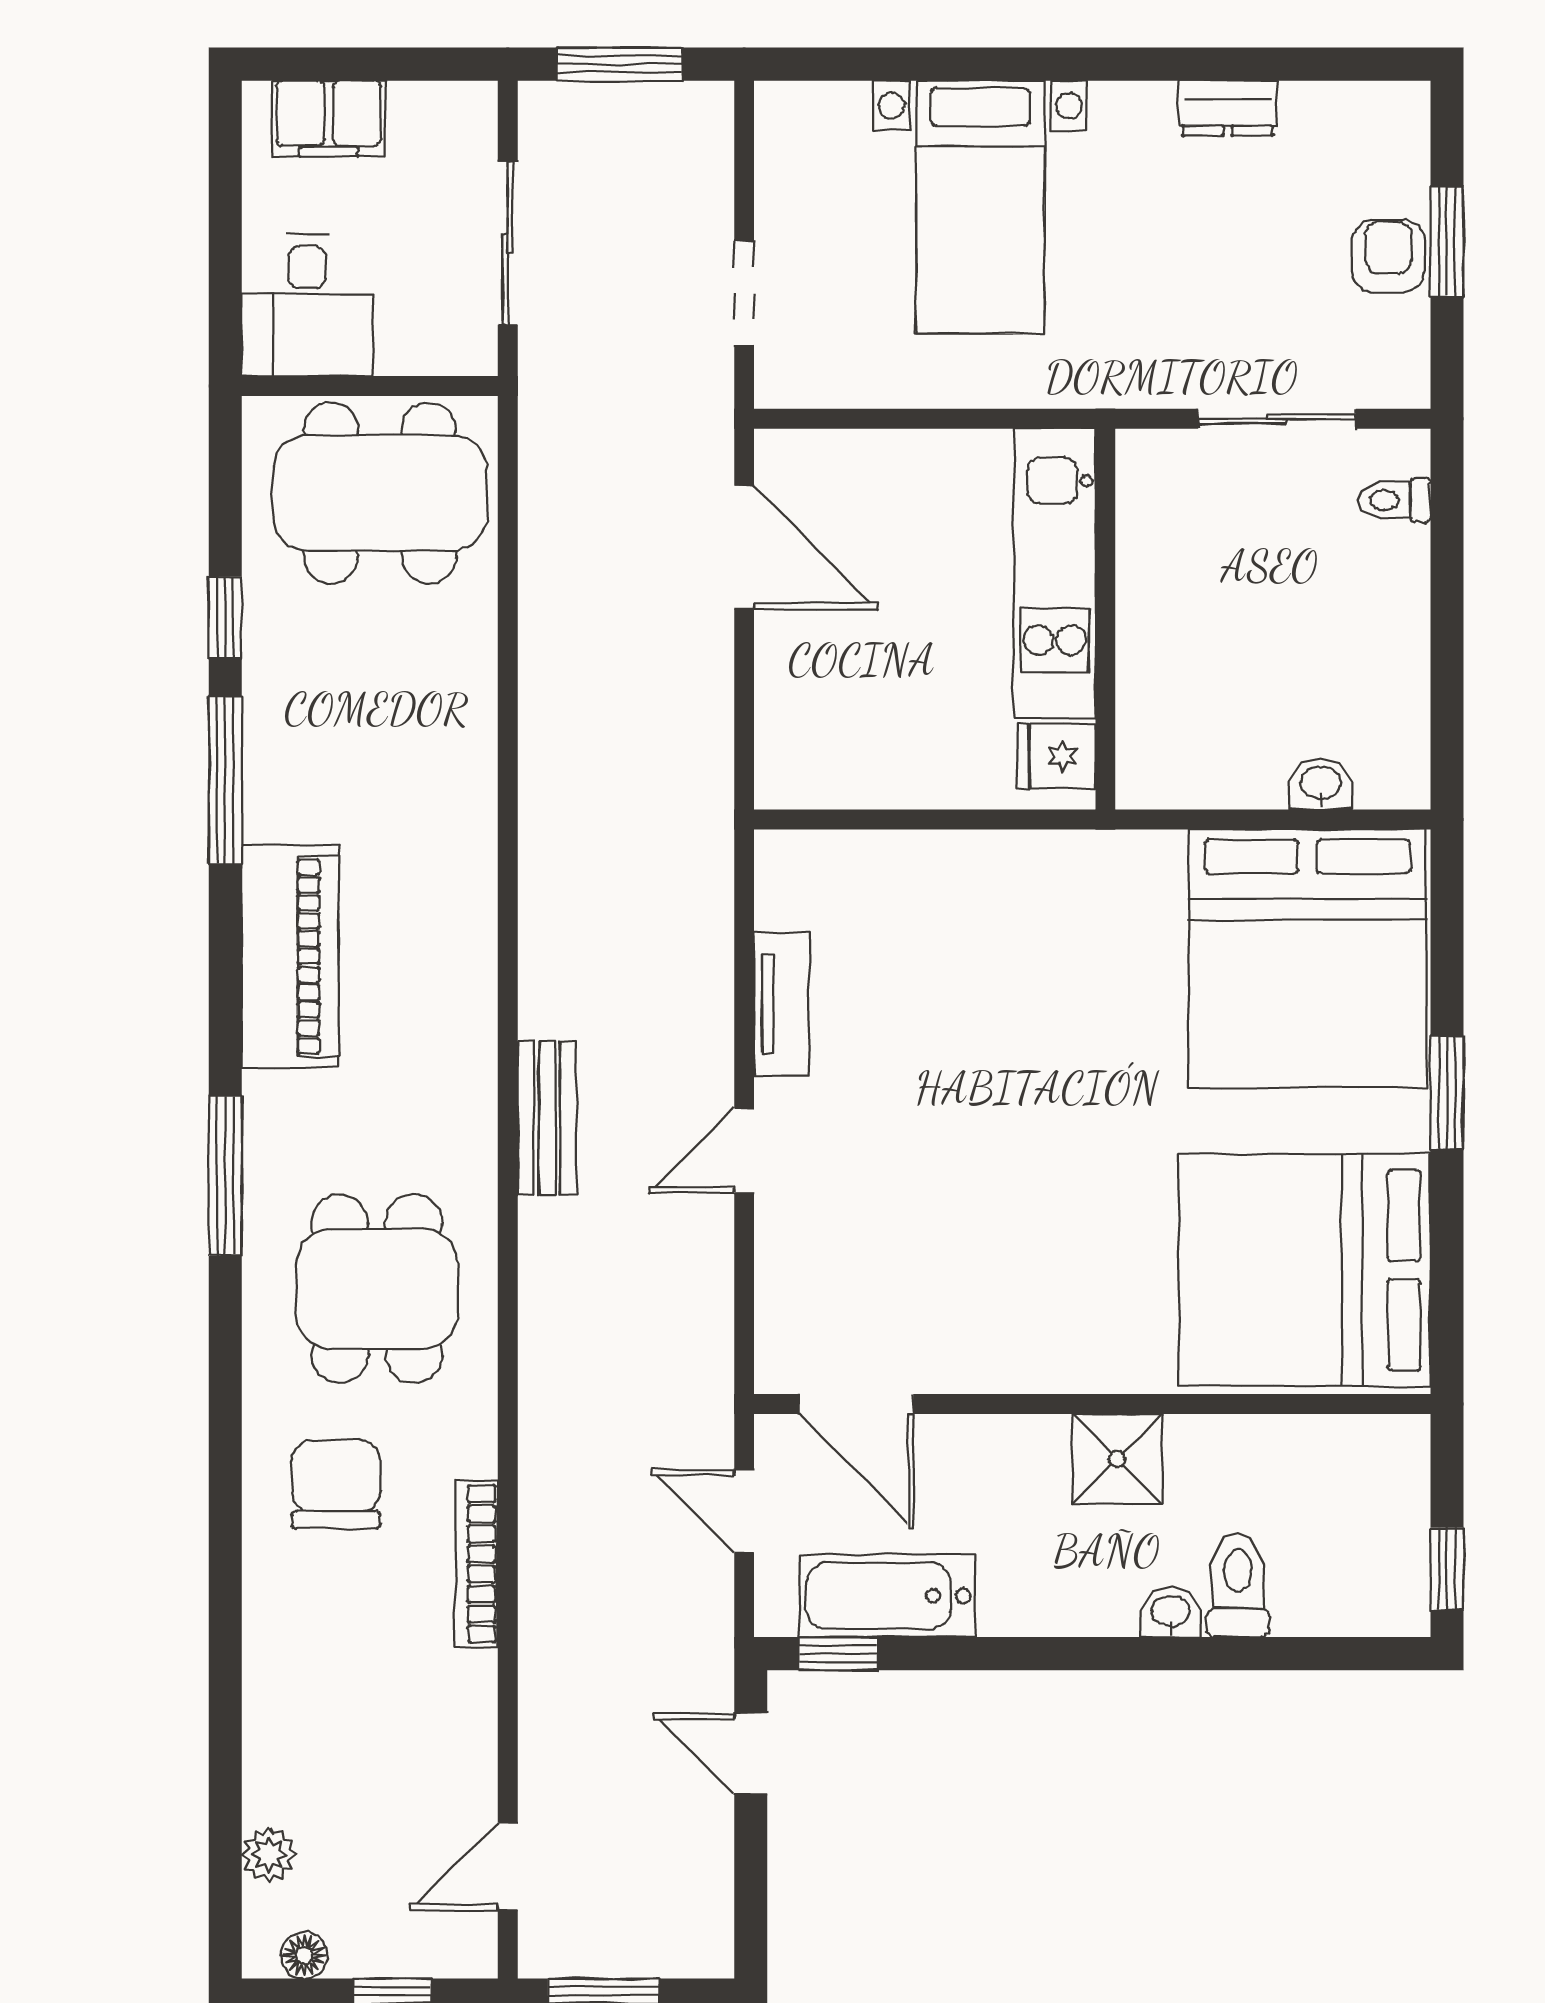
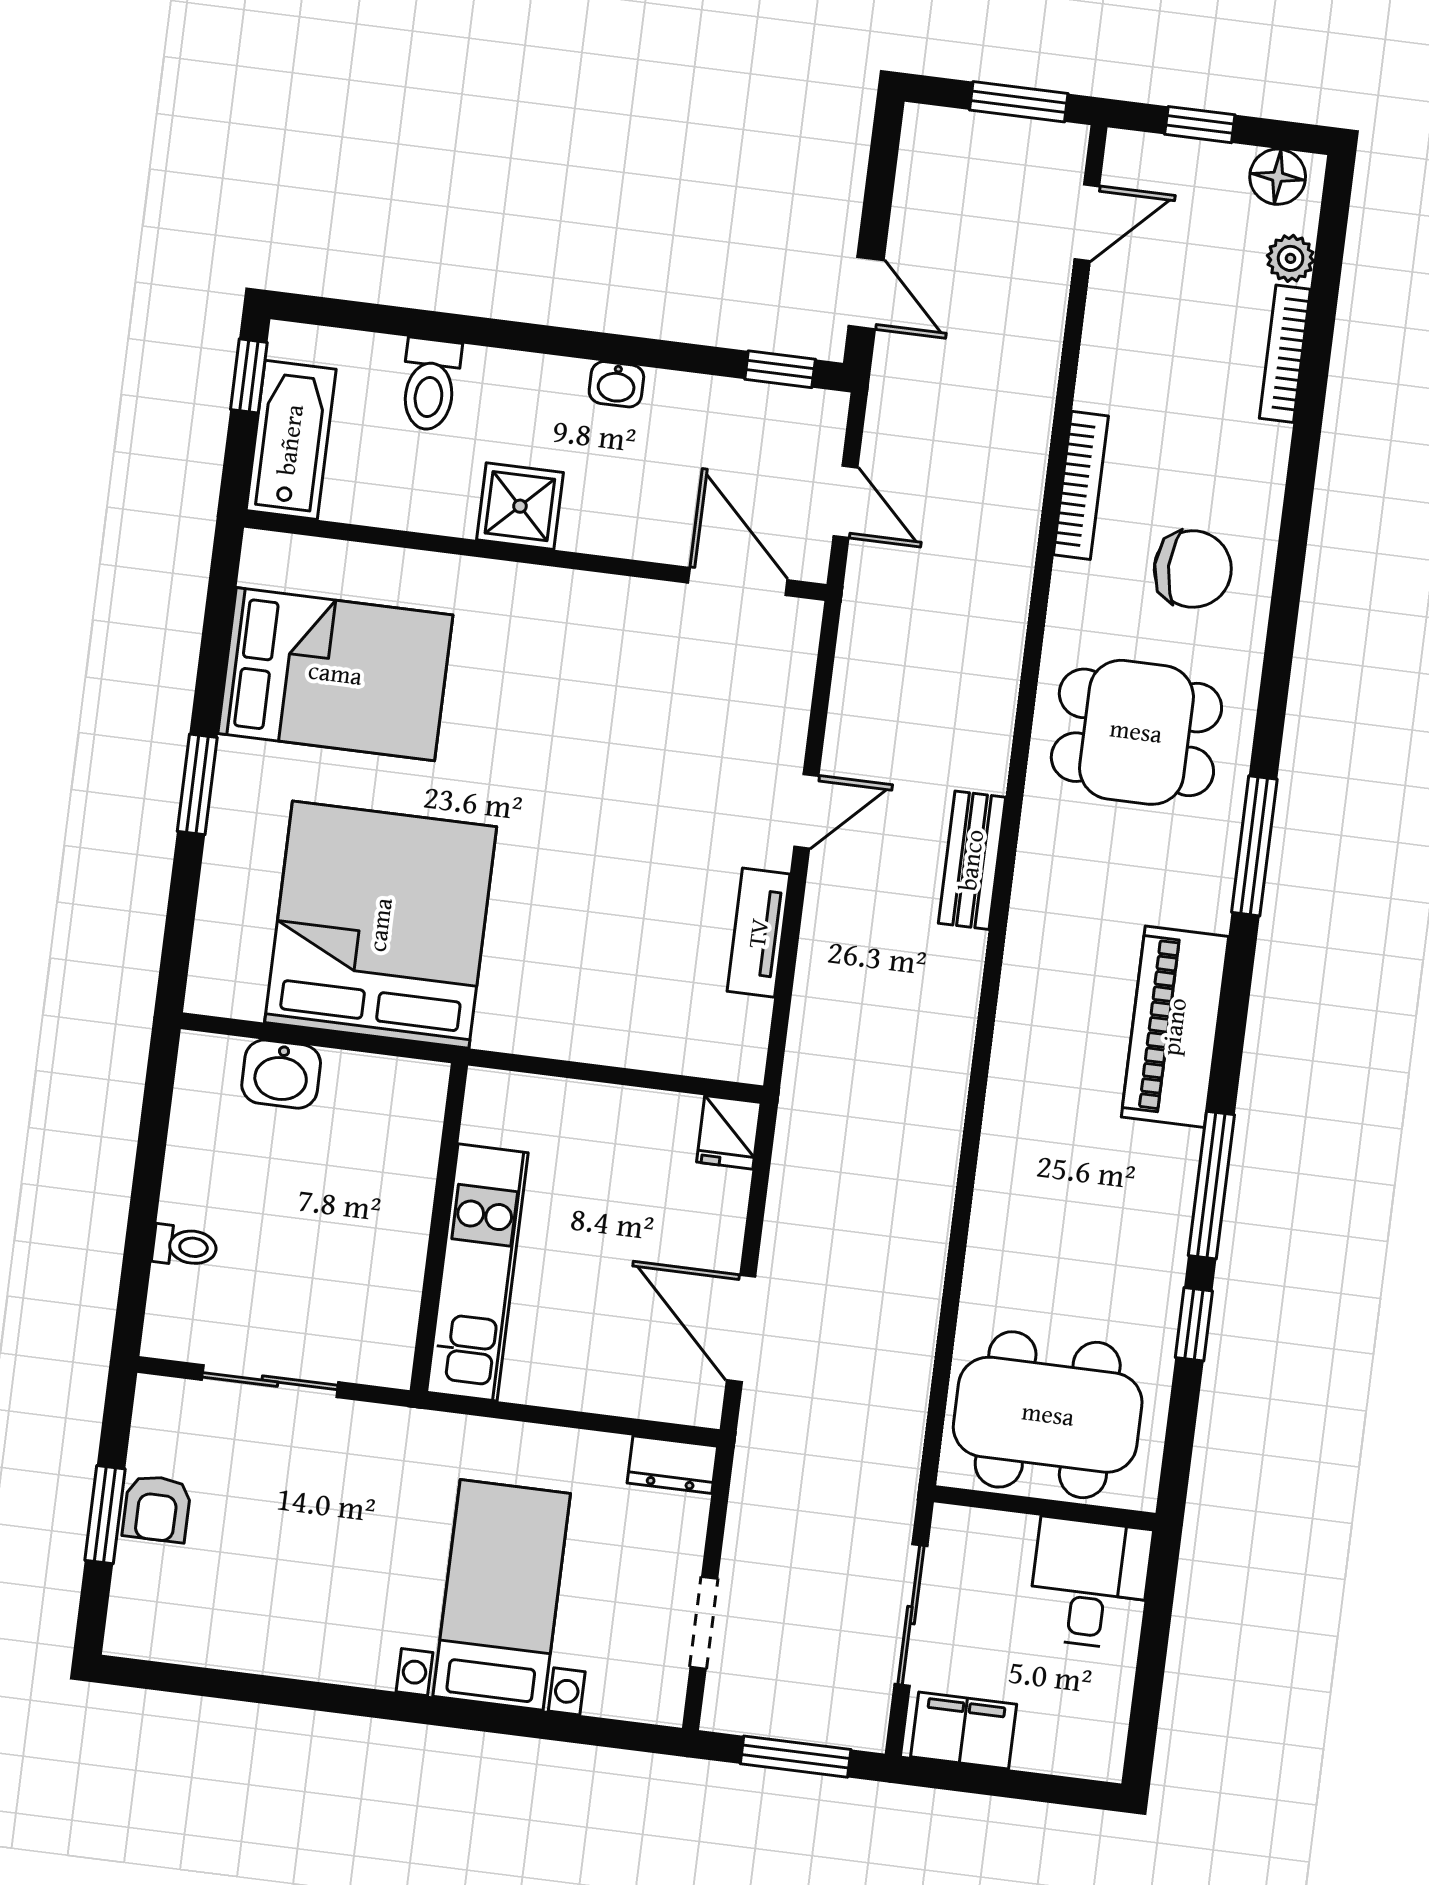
dresser: (1228, 108) -> (672, 1465), moved, turned 180
filing cabinet: (329, 118) -> (964, 1730), moved
doorway: (744, 294) -> (704, 1623), moved
toilet: (1394, 500) -> (185, 1246), moved
fridge: (1057, 756) -> (729, 1132), moved, turned 90
washbasin: (1321, 784) -> (281, 1074), width x1.38, depth x1.45
bed: (1307, 959) -> (381, 925), moved
bed: (1304, 1270) -> (335, 674), width x0.73
dining table: (377, 1289) -> (1136, 732), turned 90
chair: (336, 1484) -> (1193, 569), turned -90
bathtub: (887, 1596) -> (291, 440), moved, turned -90
washbasin: (1171, 1613) -> (616, 384), moved
bookcase: (262, 1745) -> (1285, 354), added
floor lamp: (304, 1955) -> (1278, 177), width x1.37, depth x1.37

